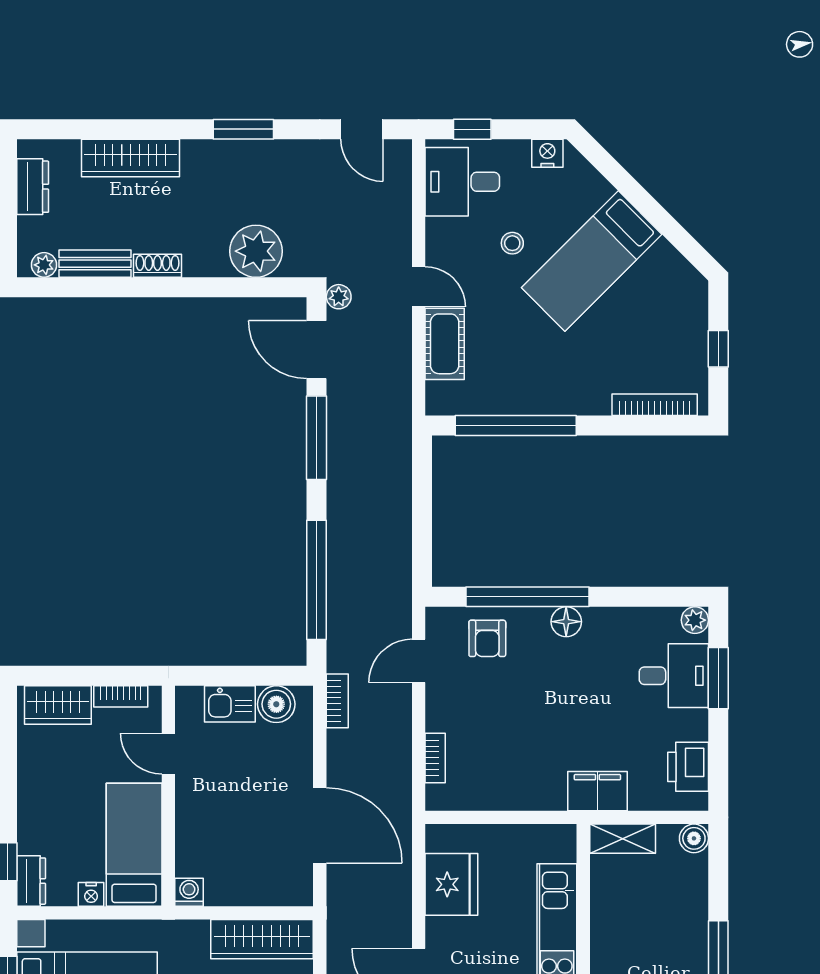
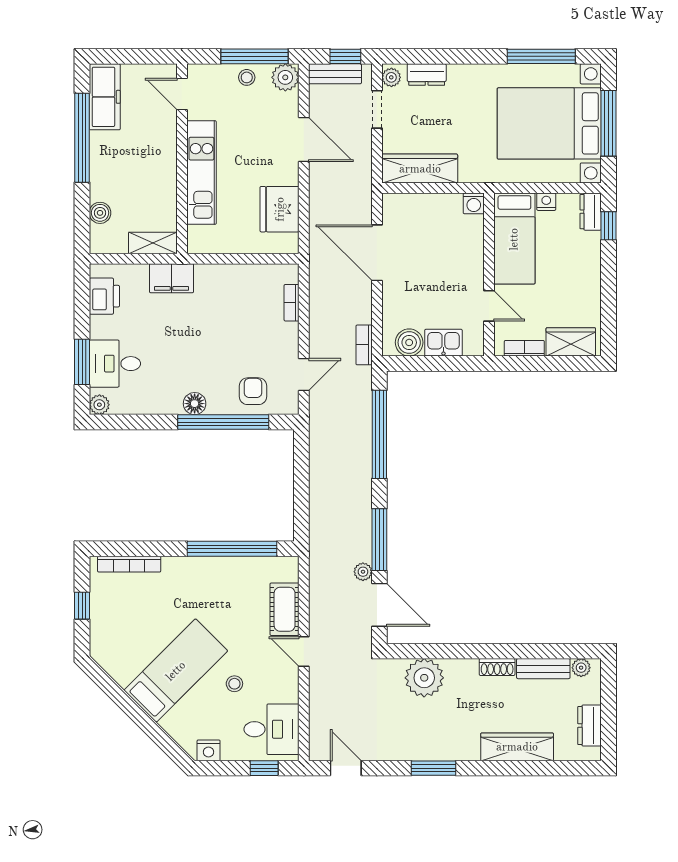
plant: (339, 297) -> (363, 572), moved
boiler: (694, 838) -> (100, 213), moved

